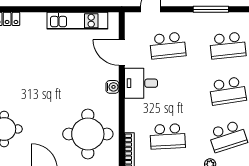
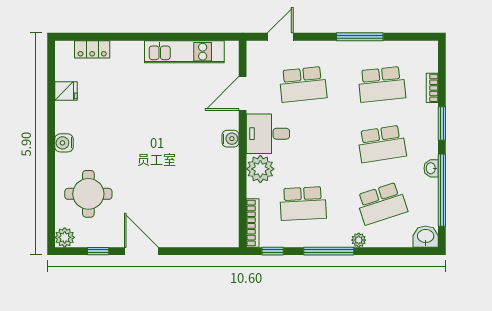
door: (122, 52) -> (243, 93), hinge flipped
plant: (135, 110) -> (260, 169), added
round table: (88, 134) -> (198, 200), removed

